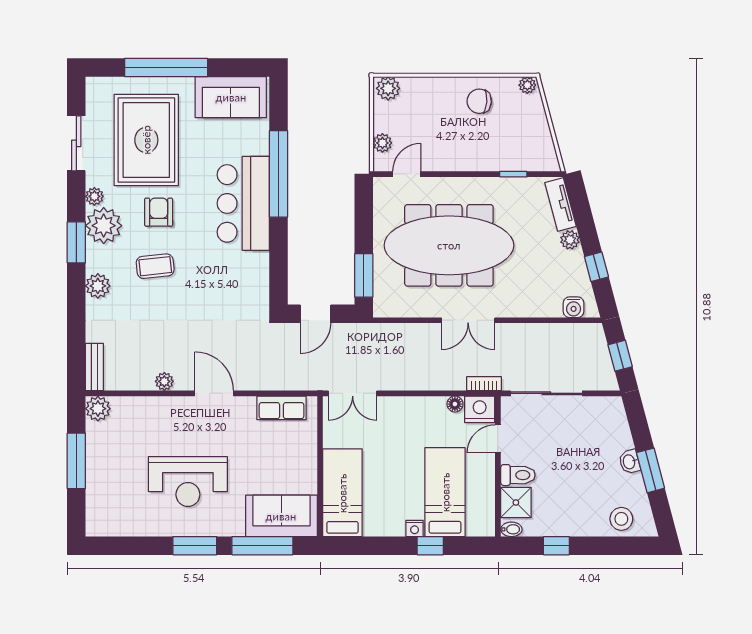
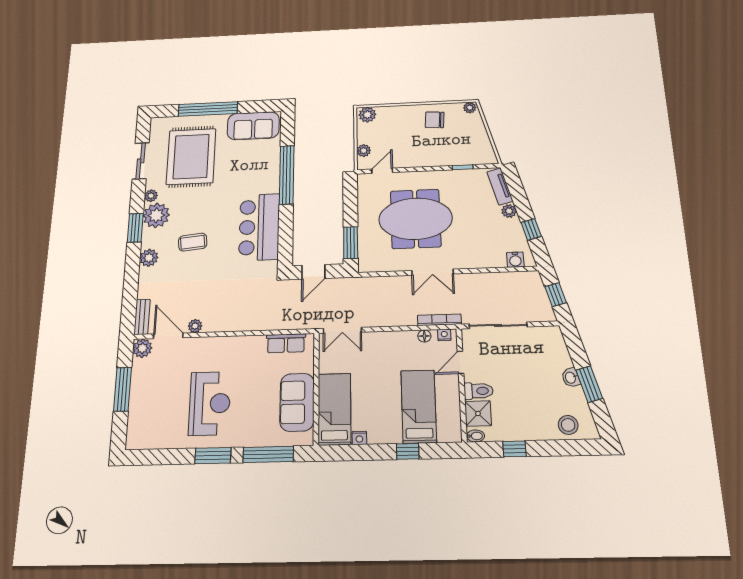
bar counter: (243, 203) -> (259, 227), moved
armchair: (159, 212) -> (197, 204), removed
meeting table: (449, 245) -> (416, 219), width x0.73
bookcase: (484, 384) -> (439, 320), width x1.56
door: (214, 393) -> (168, 336), moved
nightstand: (480, 409) -> (444, 335), width x0.53, depth x0.56
reception desk: (188, 482) -> (210, 403), turned -90
sofa: (281, 516) -> (297, 402), moved, turned -90
nightstand: (415, 528) -> (359, 438), moved

